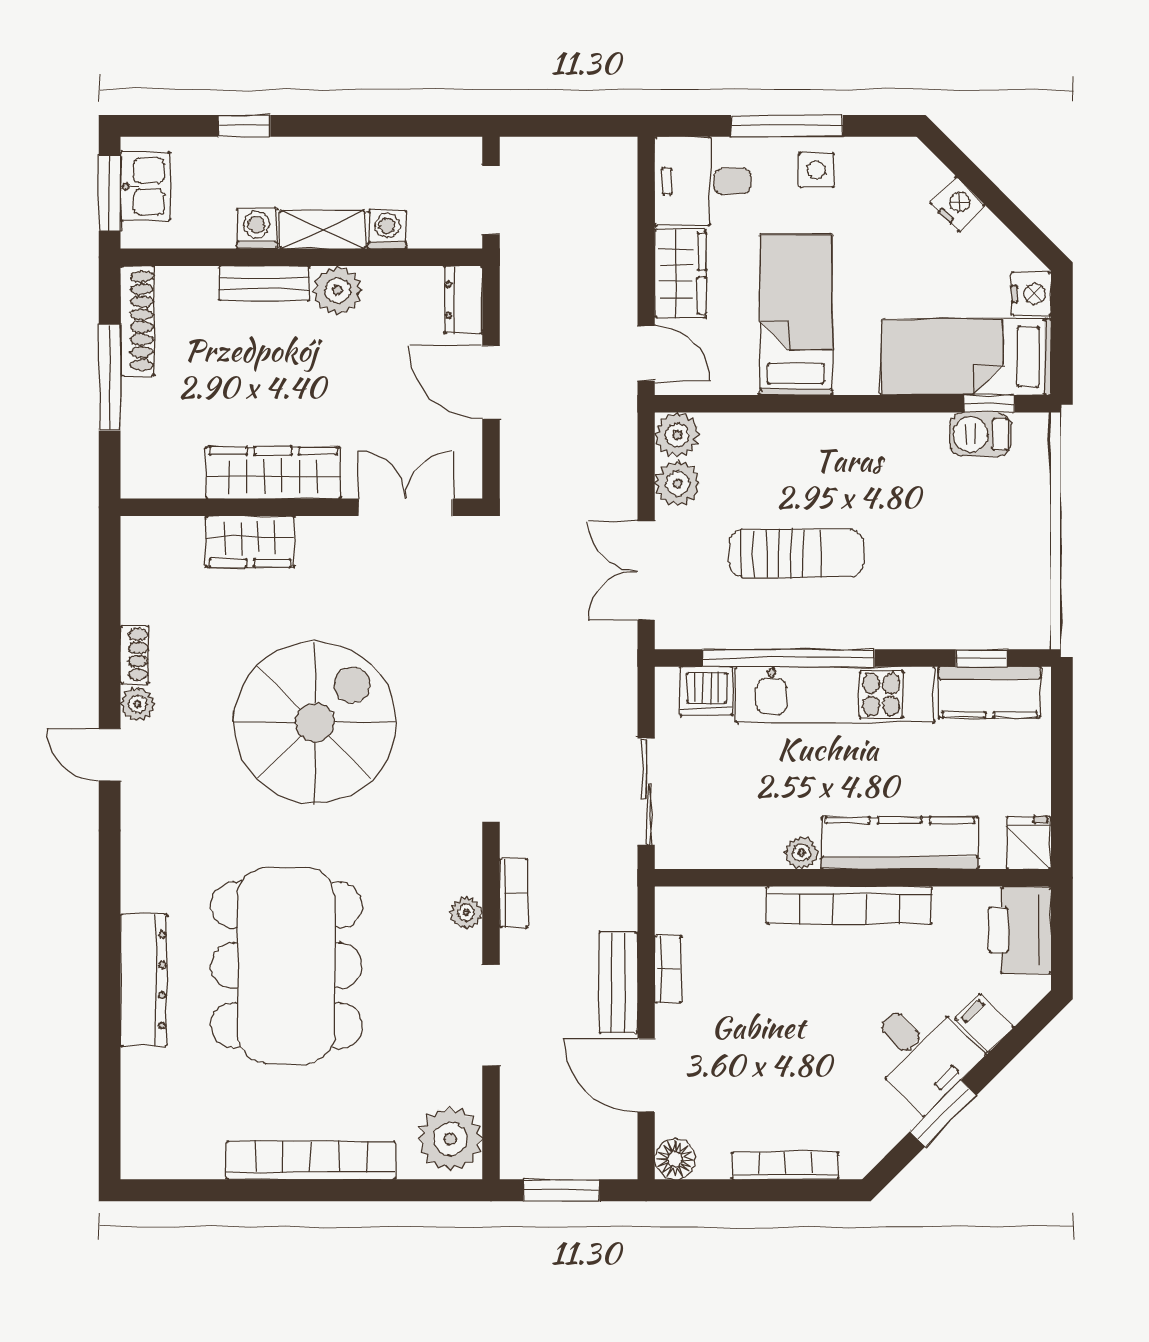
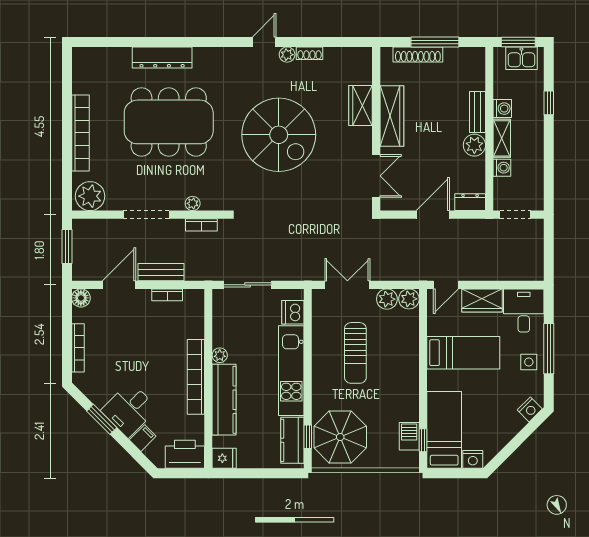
nightstand: (957, 204) -> (530, 409), moved
shoe rack: (137, 321) -> (418, 54), moved
parasol: (982, 587) -> (340, 437), added
window: (788, 658) -> (308, 349), removed

